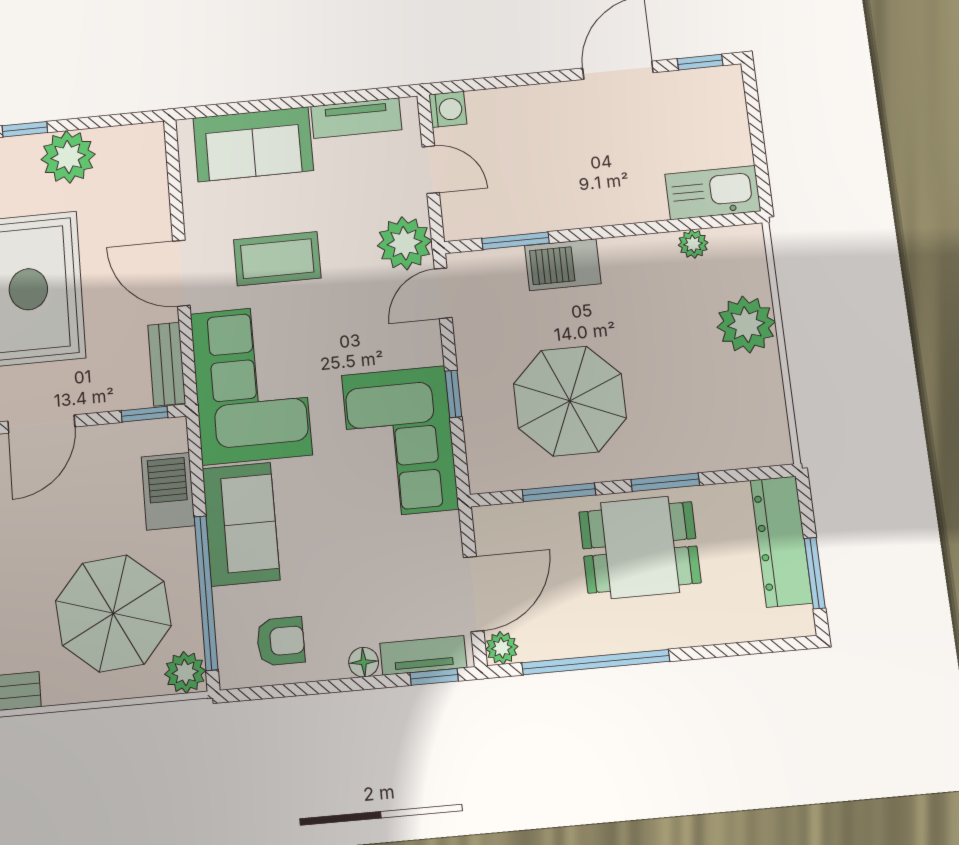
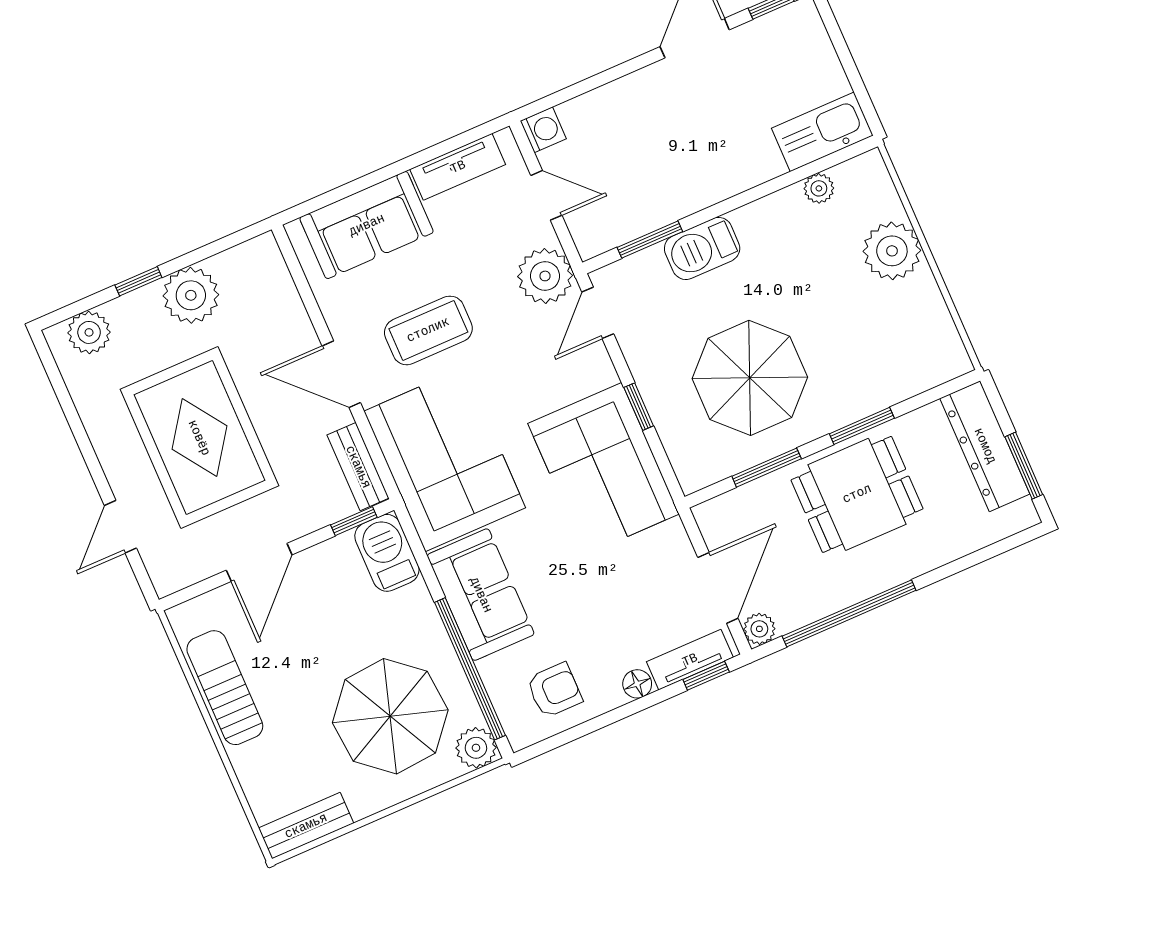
barbecue: (168, 491) -> (387, 553), moved

